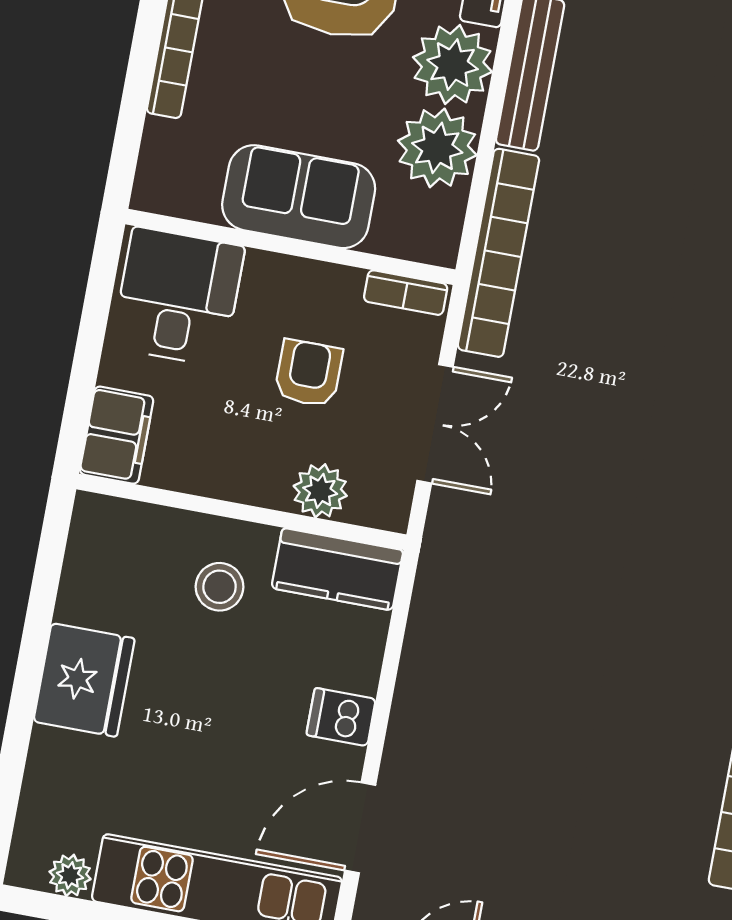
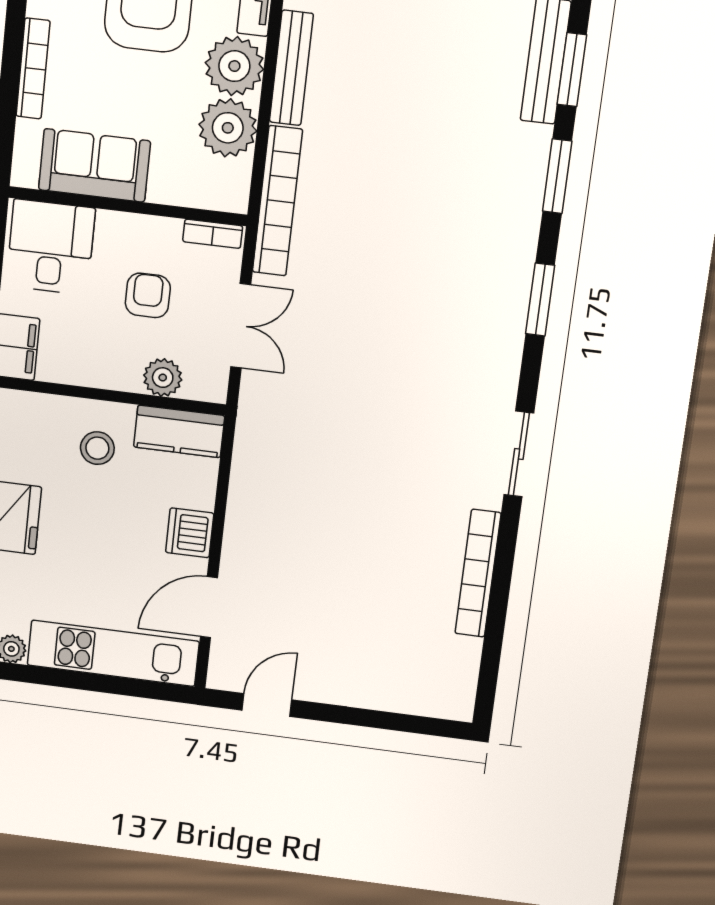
sofa: (299, 197) -> (94, 165), moved
dishwasher: (341, 717) -> (190, 533), width x1.38

